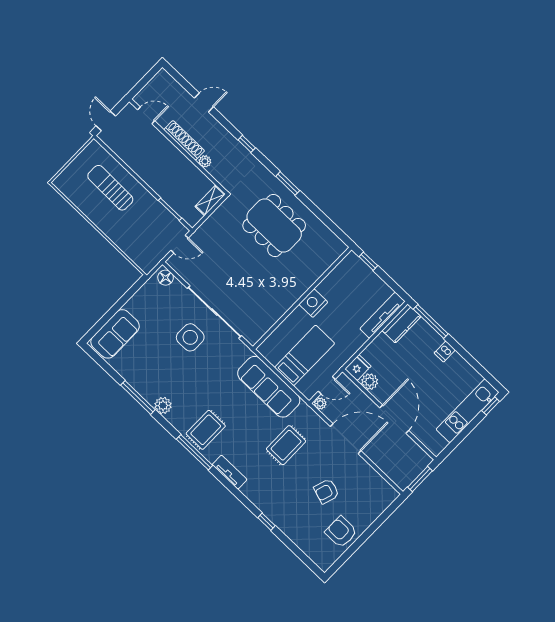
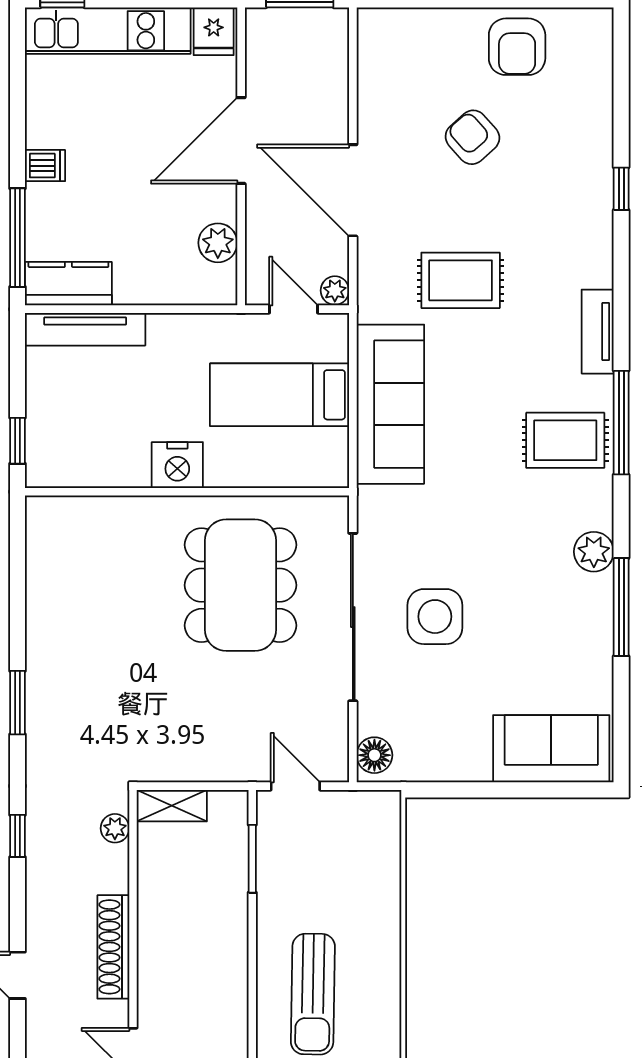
plant: (205, 161) -> (115, 828), moved
dining table: (274, 226) -> (241, 585), moved
fridge: (358, 368) -> (214, 31), moved, turned -90
armchair: (326, 491) -> (472, 137), turned -150

